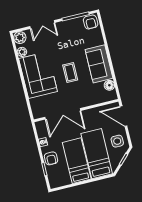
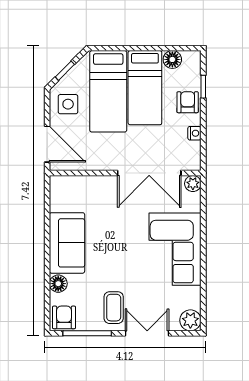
plant: (22, 52) -> (193, 184), moved
coffee table: (70, 72) -> (114, 308), moved
floor lamp: (109, 85) -> (58, 284), moved
double door: (63, 114) -> (149, 173), swing flipped
floor lamp: (65, 180) -> (172, 59), added

